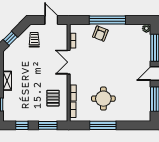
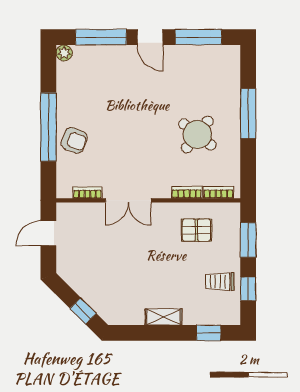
trolley: (34, 40) -> (220, 282), moved
round table: (103, 99) -> (197, 134), turned 38
window: (103, 125) -> (248, 114), moved

